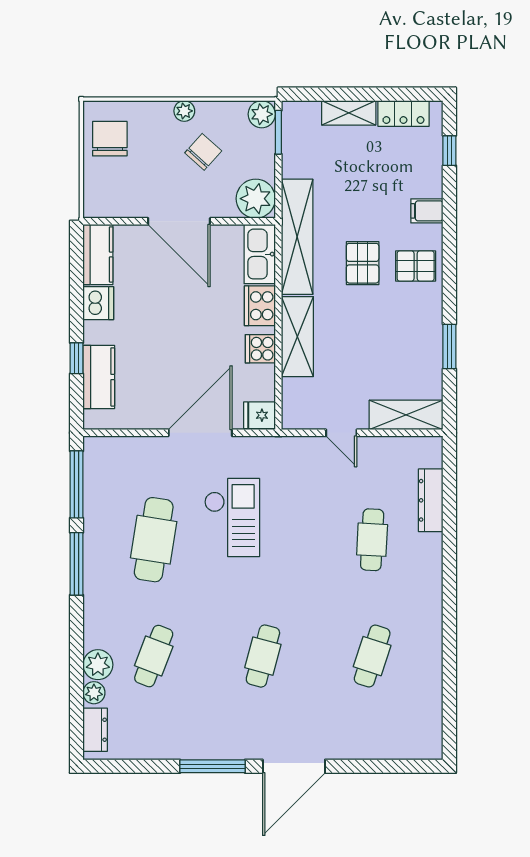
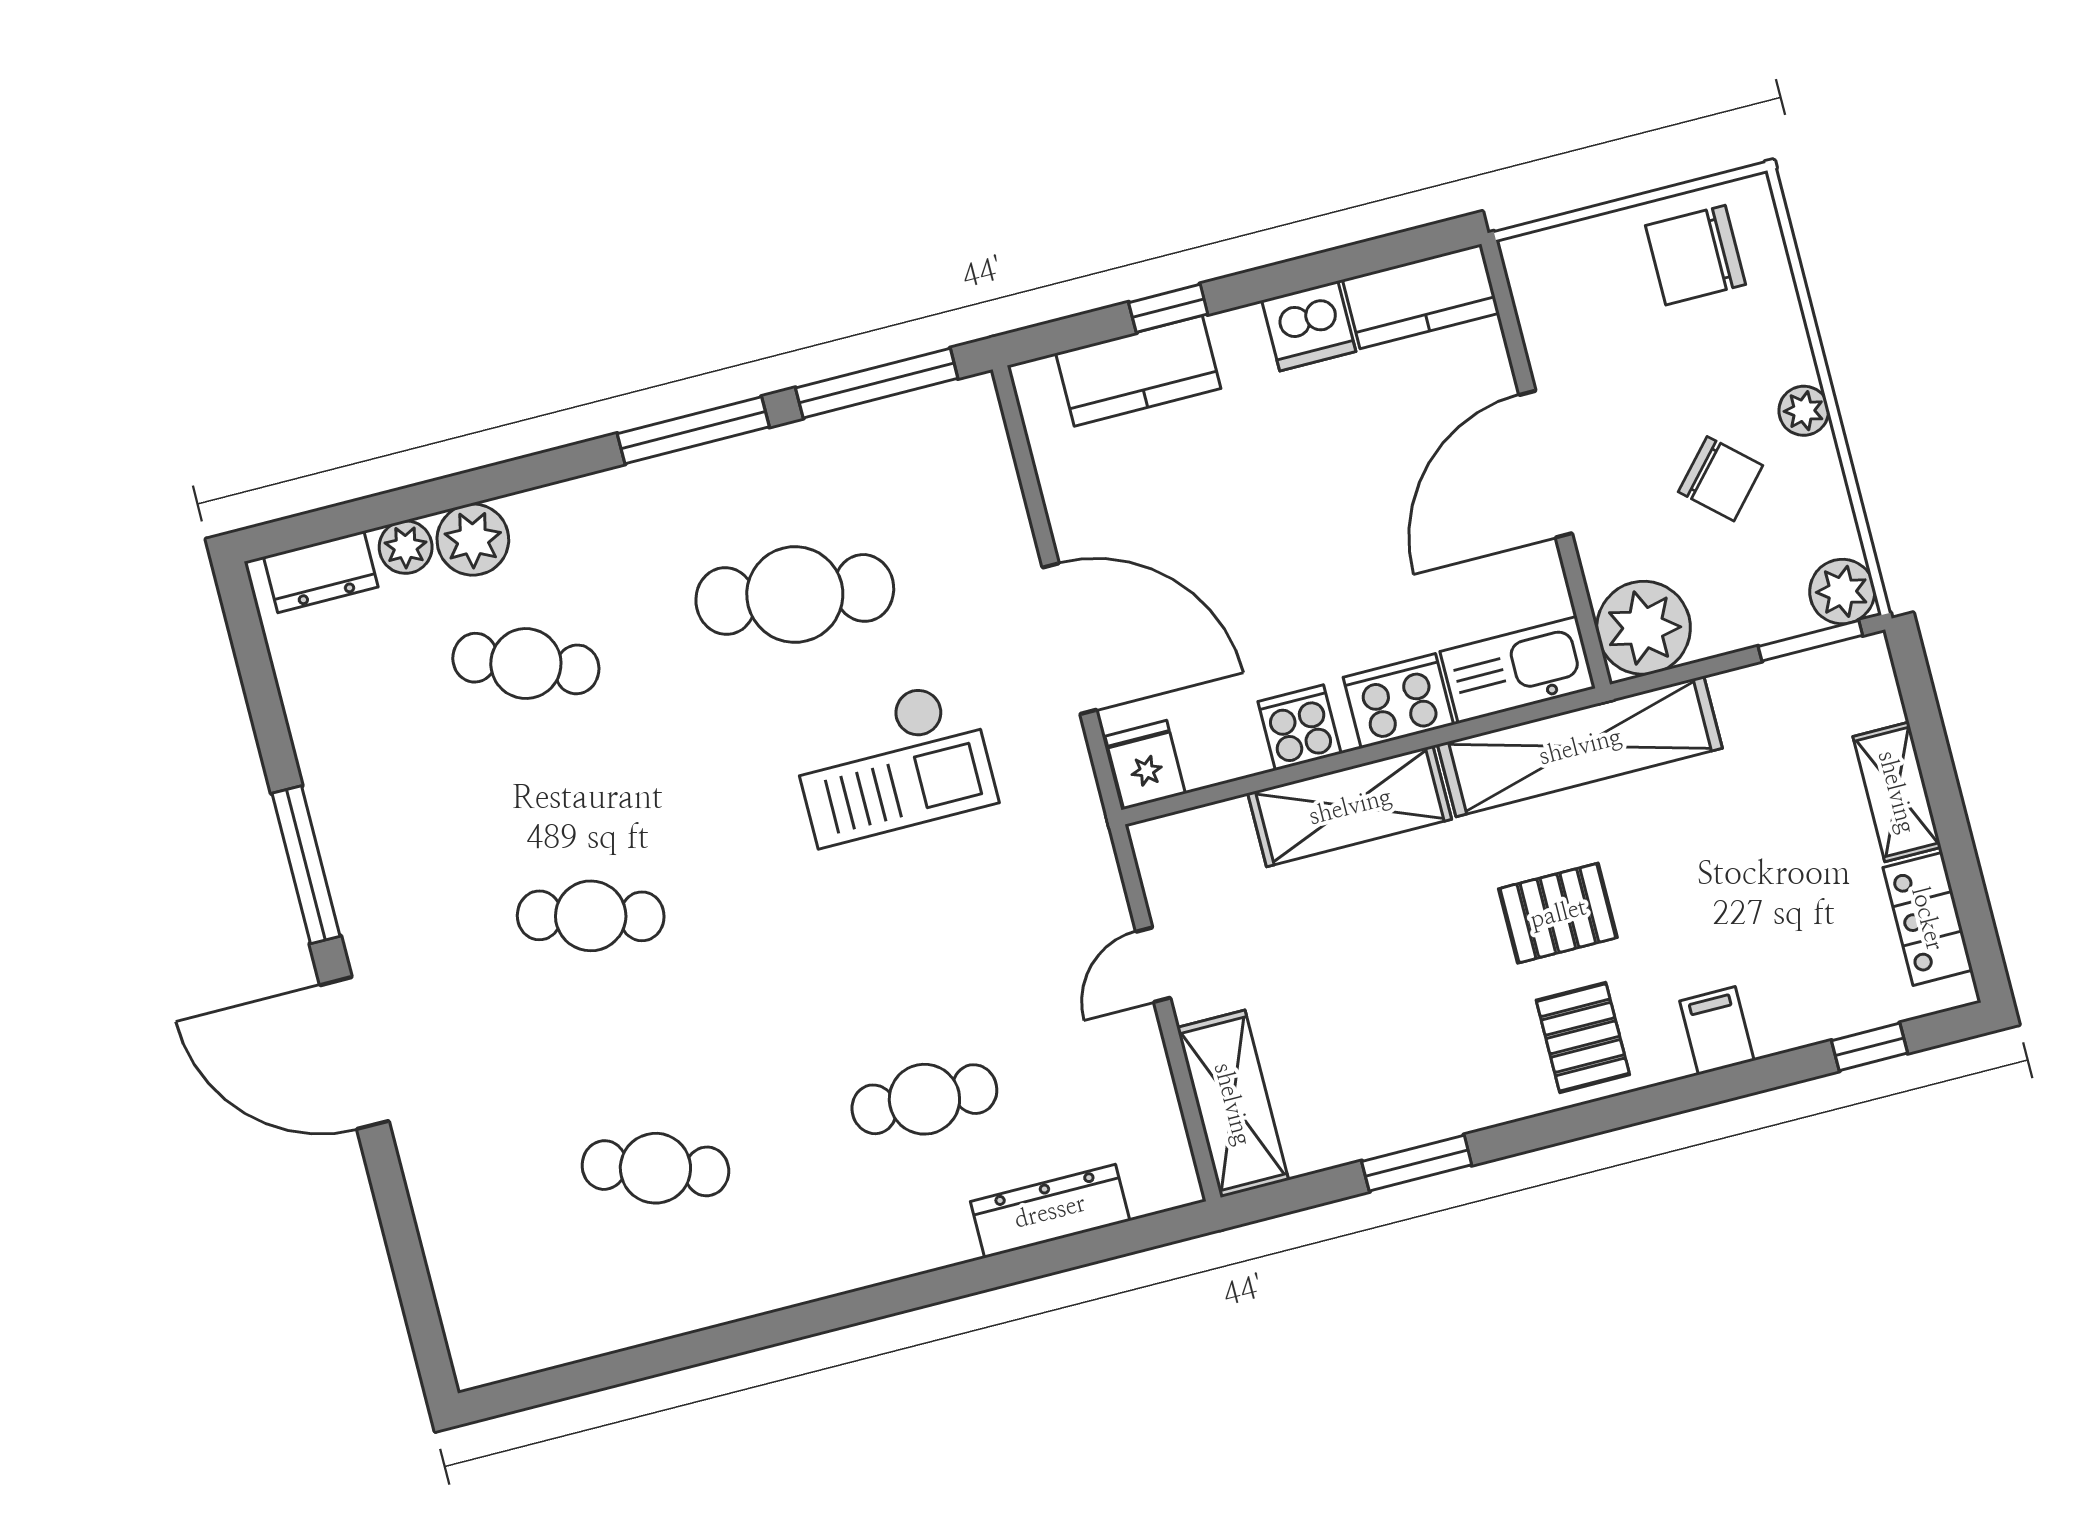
chair: (110, 139) -> (1696, 255), turned 180

